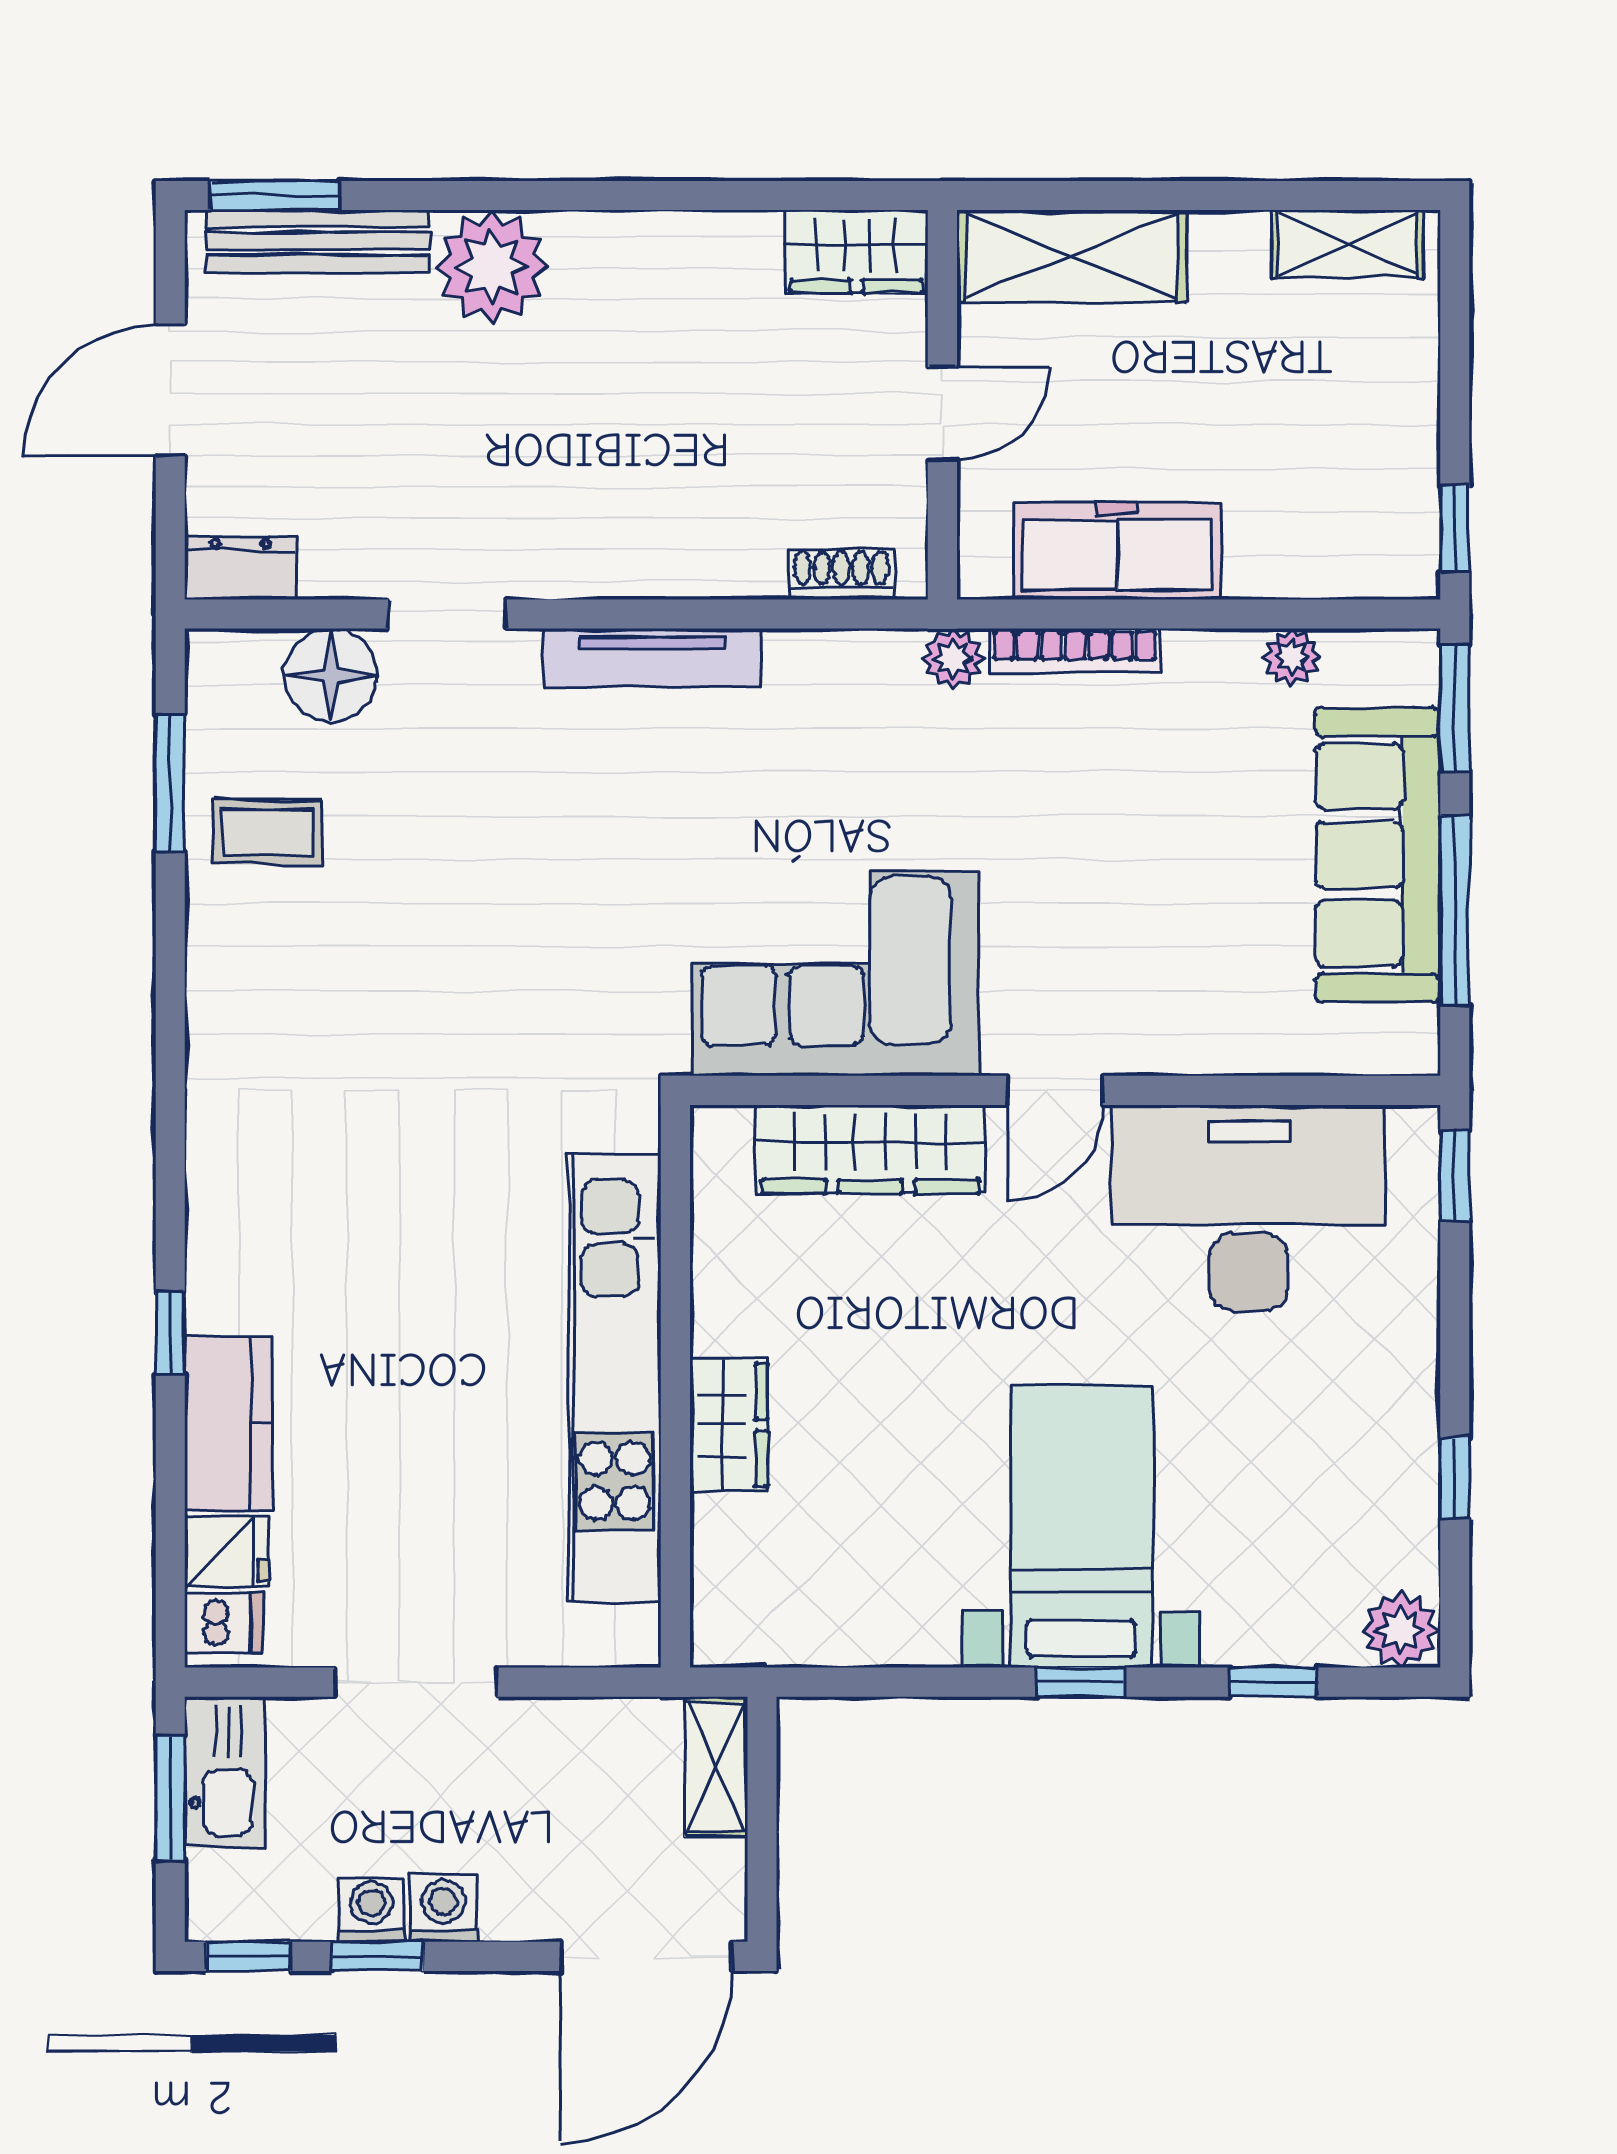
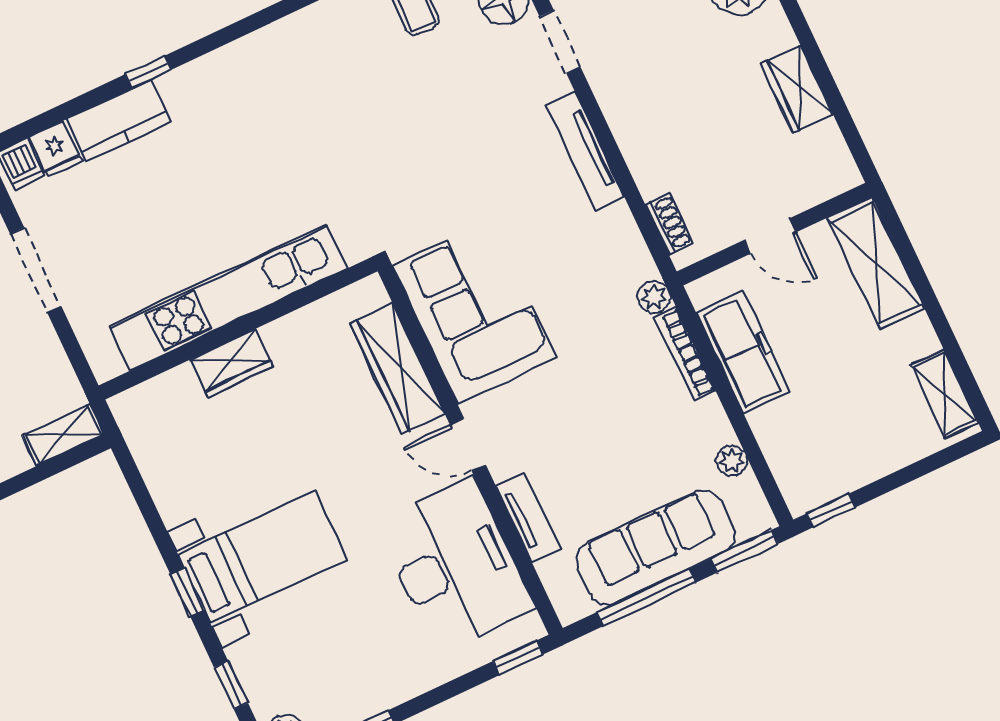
wardrobe: (857, 251) -> (797, 89), moved
tv unit: (1225, 1046) -> (528, 517), added

